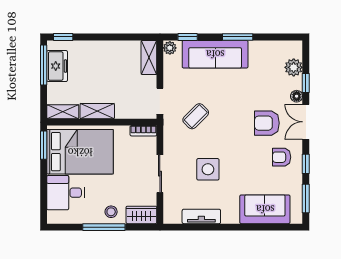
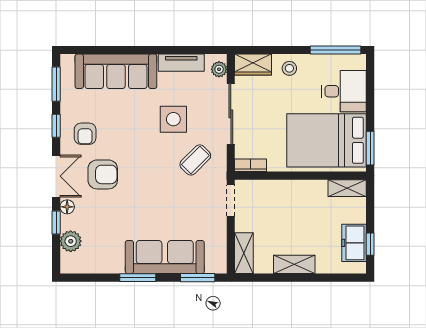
window: (63, 37) -> (347, 278), removed
window: (188, 37) -> (198, 278), width x1.50
plant: (170, 48) -> (219, 69), moved
window: (44, 65) -> (370, 244), width x0.46
shelving: (97, 111) -> (294, 264), moved
coffee table: (196, 116) -> (195, 160), moved
armchair: (282, 157) -> (85, 134), turned 90
sliding door: (160, 174) -> (231, 114), width x1.37
sofa: (265, 209) -> (116, 71), width x1.36
window: (104, 227) -> (336, 50), moved

